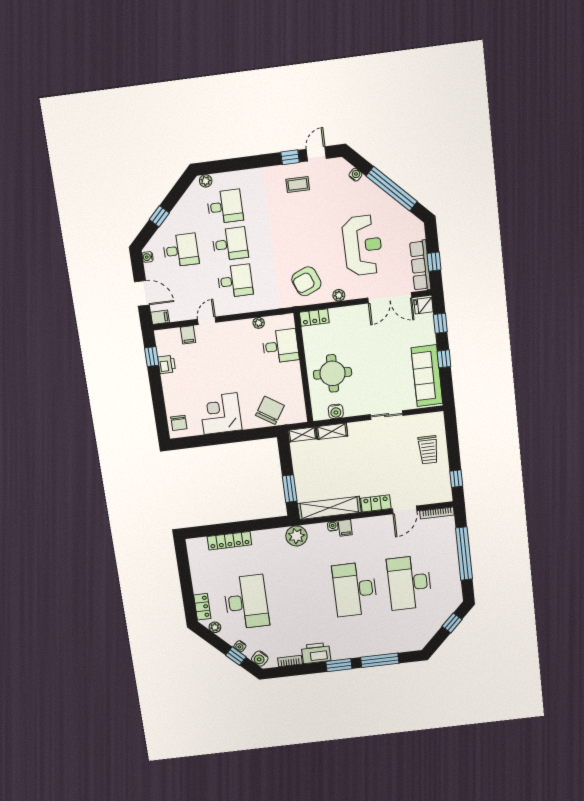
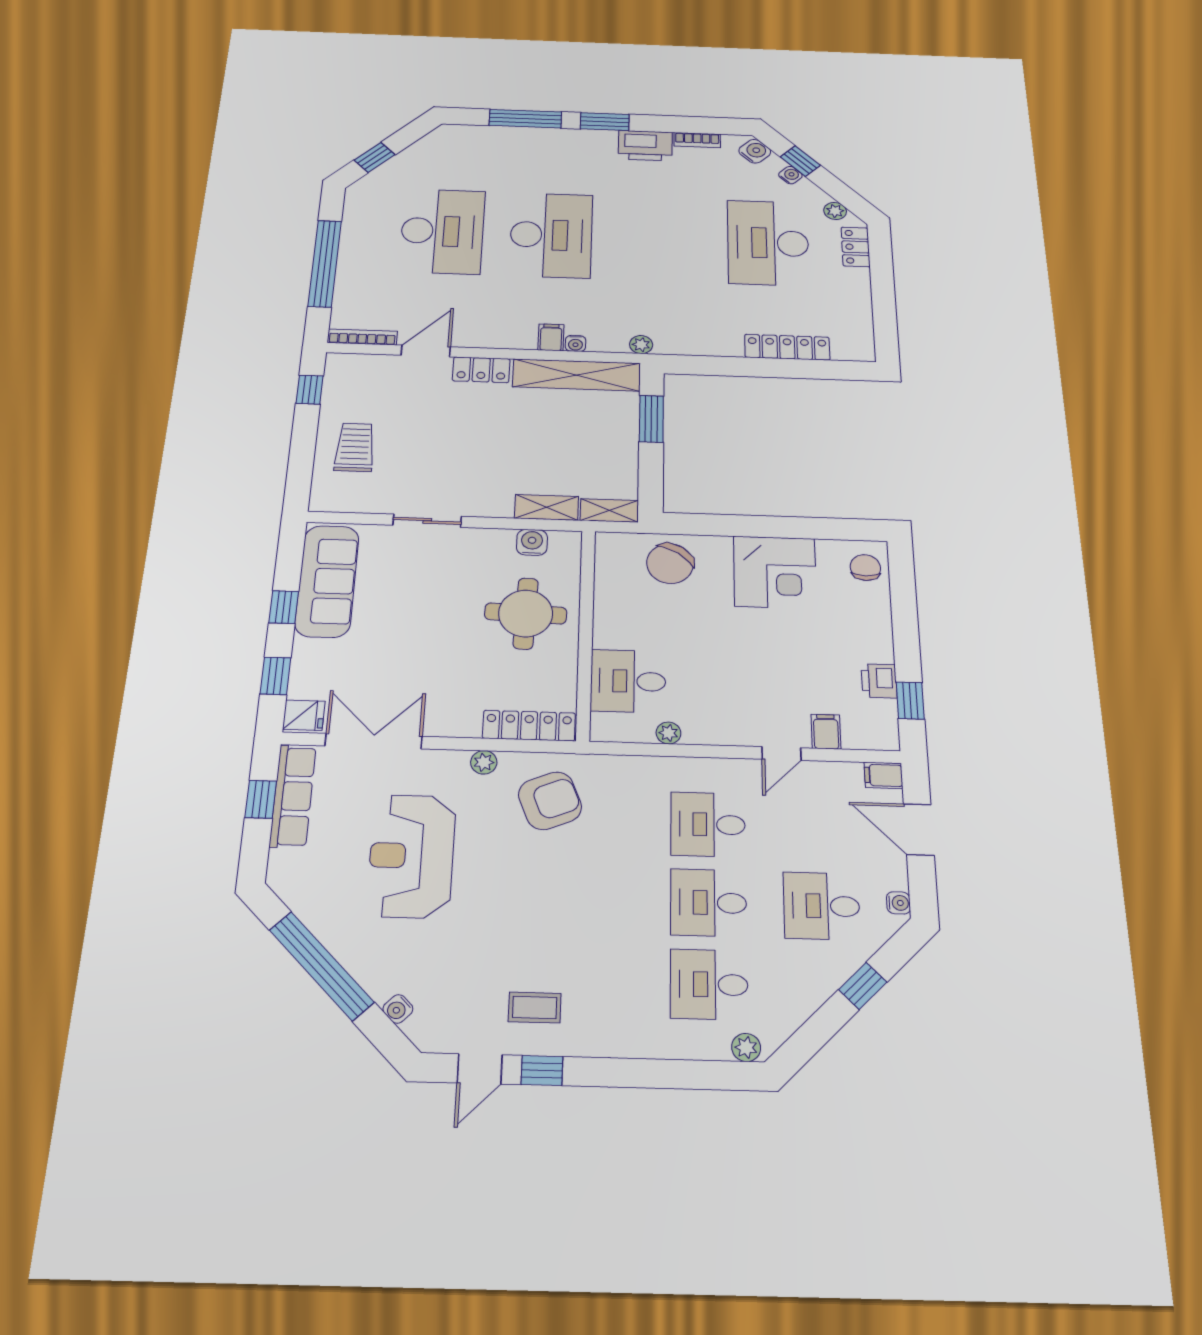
locker: (314, 317) -> (529, 726), width x1.53
plant: (296, 536) -> (641, 345), width x0.53, depth x0.53

